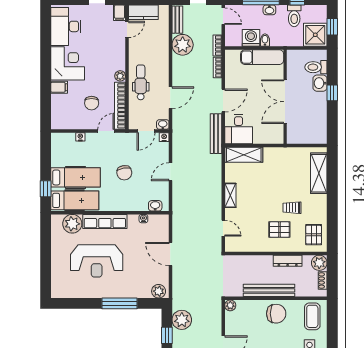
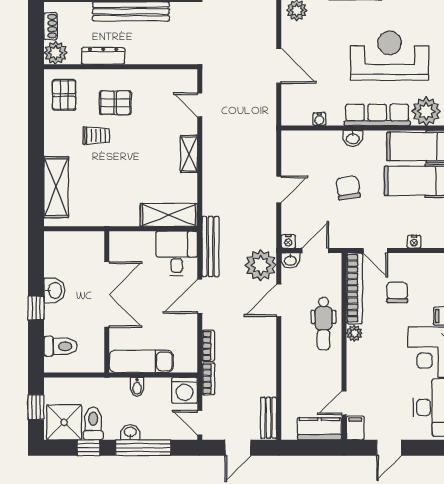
shower: (315, 35) -> (64, 422), moved
washing machine: (251, 38) -> (184, 390), moved
plant: (183, 45) -> (261, 265), moved
washbasin: (320, 83) -> (54, 290), moved
door: (106, 131) -> (375, 250), hinge flipped
washbasin: (155, 206) -> (353, 138), moved

